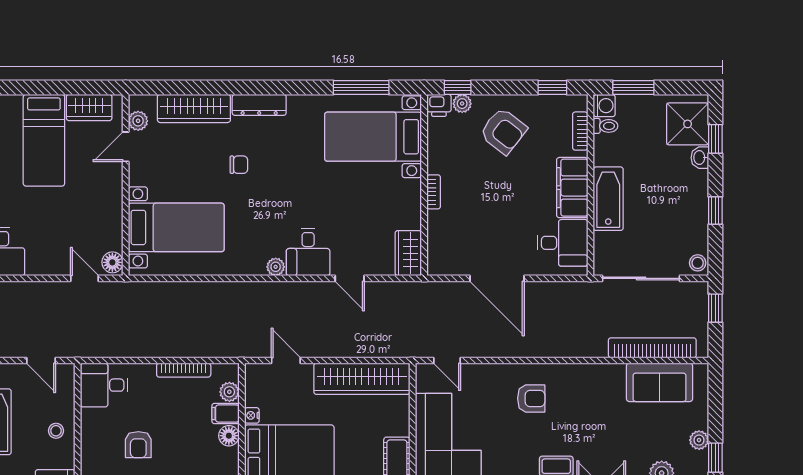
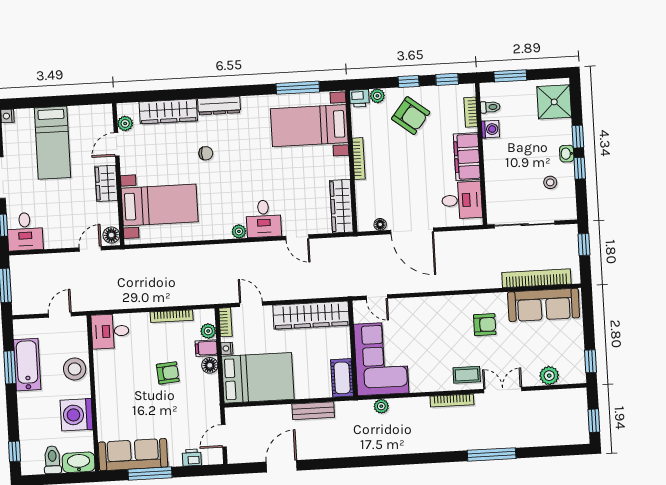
window: (458, 87) -> (409, 82), moved
washing machine: (604, 106) -> (490, 129), moved
wardrobe: (89, 107) -> (106, 183), moved, turned 90
window: (715, 139) -> (578, 137), moved
washbasin: (700, 158) -> (567, 154), moved
bookcase: (434, 192) -> (359, 159), width x1.56
bathtub: (608, 199) -> (496, 164), removed
wardrobe: (408, 253) -> (341, 206), width x1.50
stool: (698, 263) -> (550, 182), moved
floor lamp: (457, 268) -> (380, 224), added
door: (84, 278) -> (90, 249), hinge flipped
door: (41, 360) -> (60, 315), swing flipped
bookcase: (252, 382) -> (225, 322), added
sofa: (660, 382) -> (544, 305), width x1.36
armchair: (531, 398) -> (485, 325), moved
stool: (56, 431) -> (75, 369), width x1.89, depth x1.89
plant: (699, 440) -> (577, 348), removed
armchair: (138, 445) -> (168, 373), moved, turned -95

